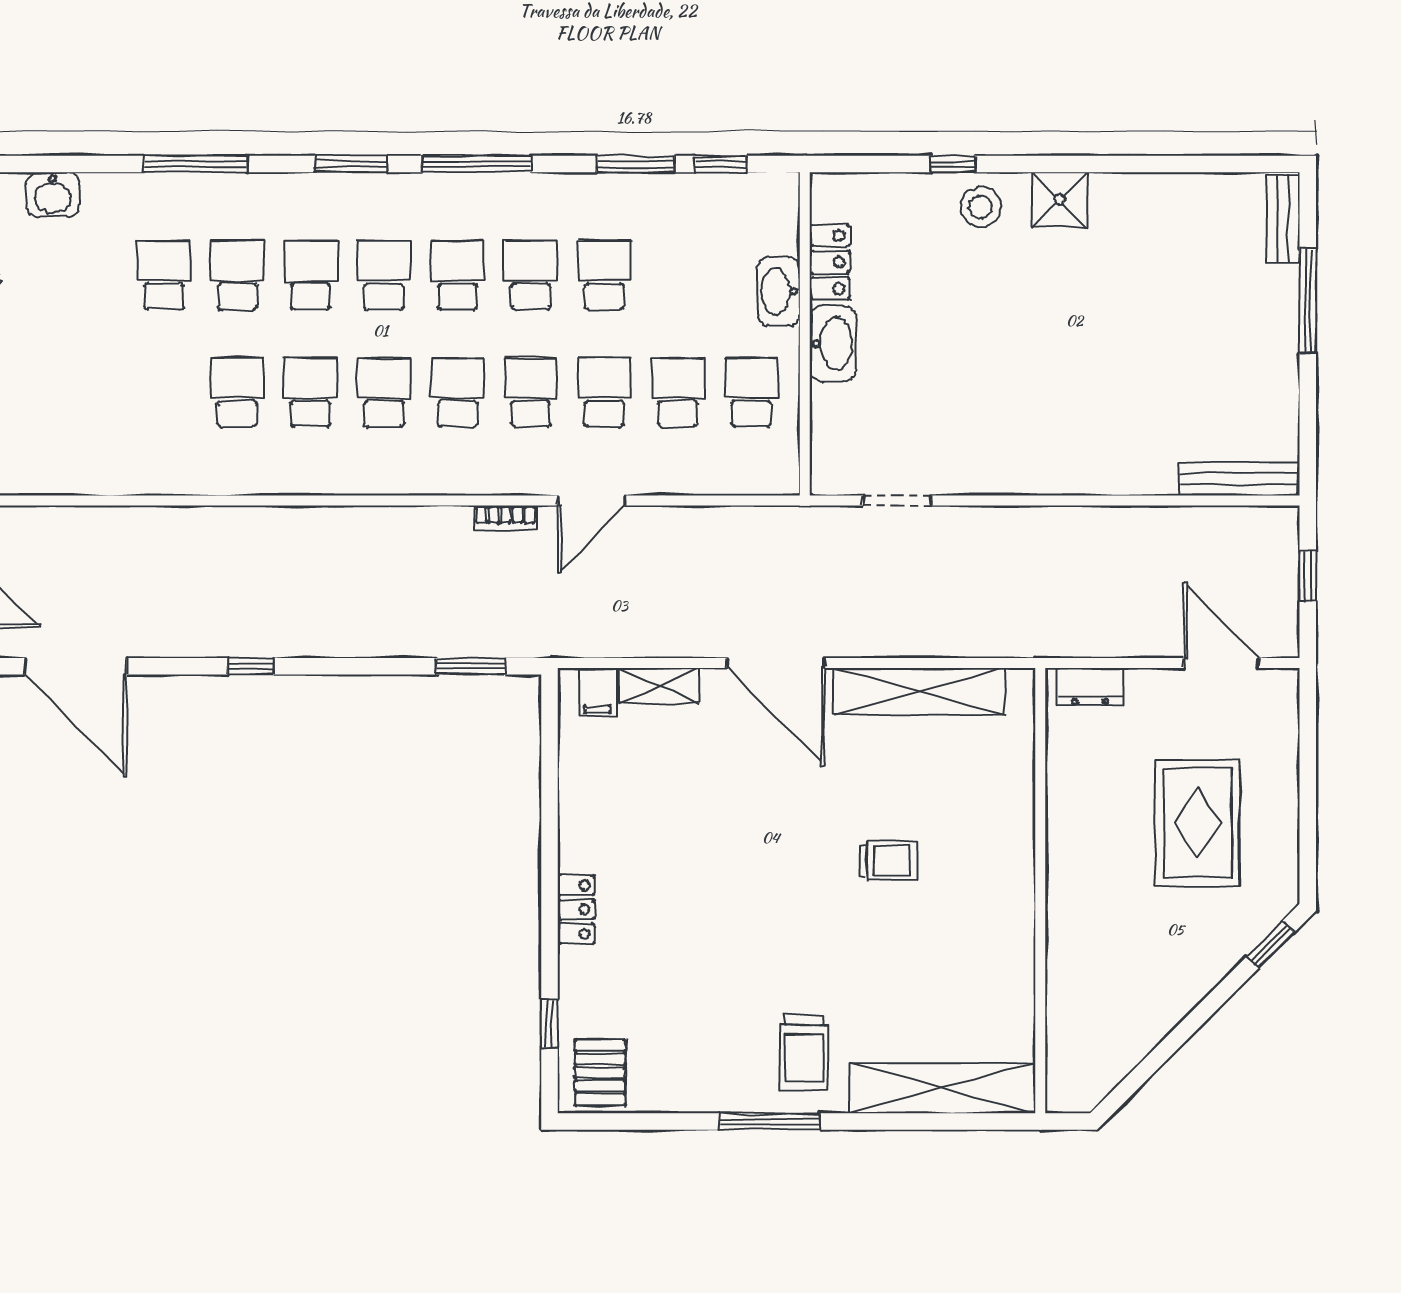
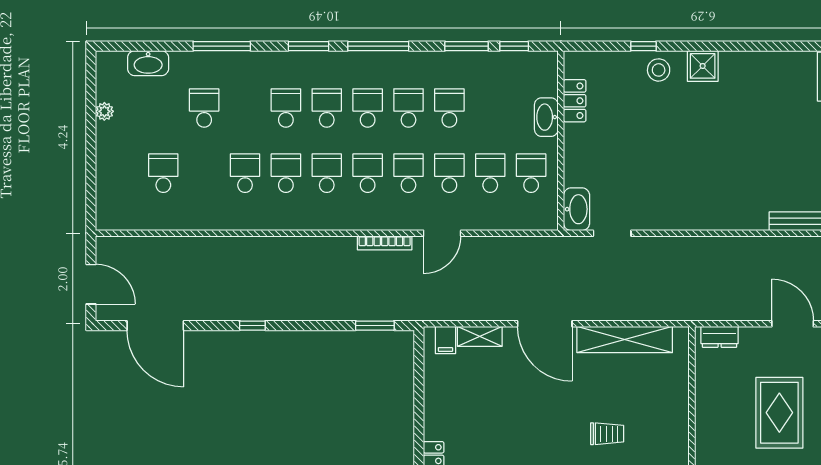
washbasin: (53, 195) -> (148, 63), width x1.38
school desk: (237, 275) -> (163, 173), moved
washbasin: (833, 344) -> (577, 209), moved
bookcase: (506, 518) -> (385, 243), width x1.56

